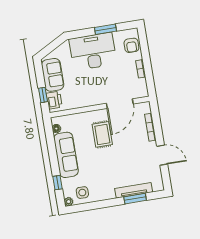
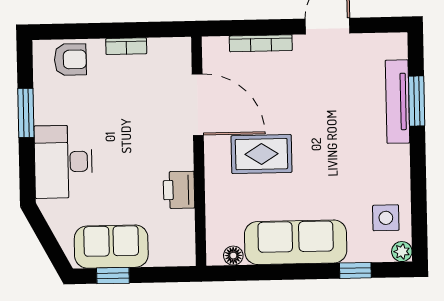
desk: (93, 51) -> (63, 162), width x0.73, depth x0.77
window: (43, 95) -> (113, 276), moved
printer: (54, 100) -> (179, 190), moved, turned -90

